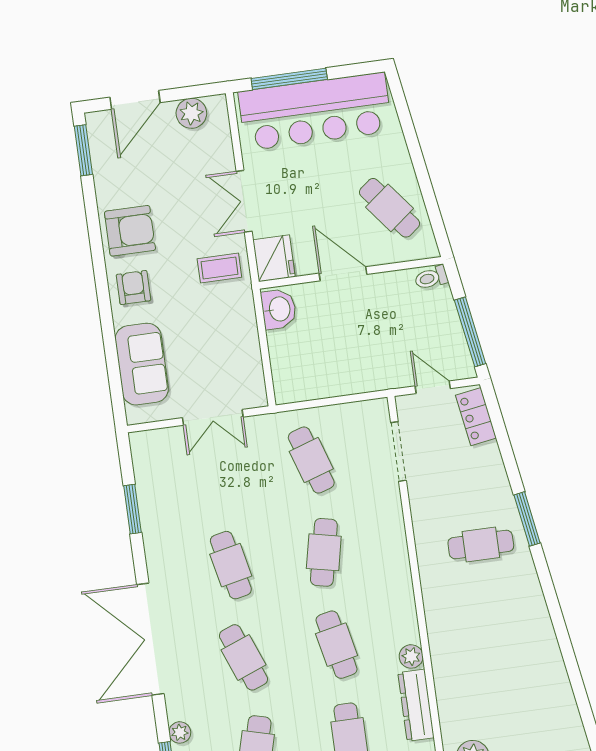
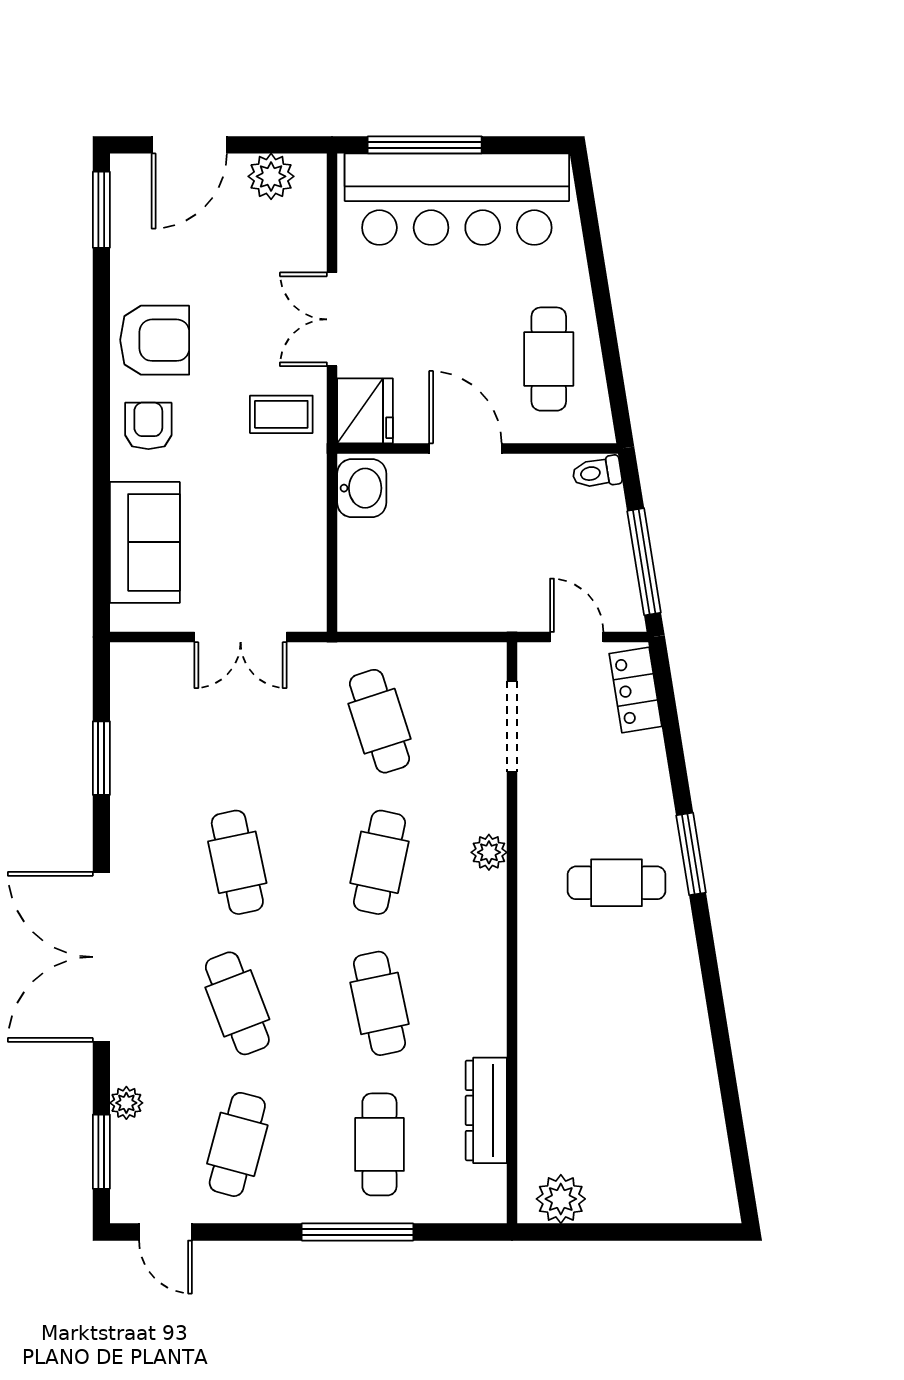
cafe table: (390, 208) -> (549, 359), turned 38
plant: (411, 656) -> (489, 852), moved

